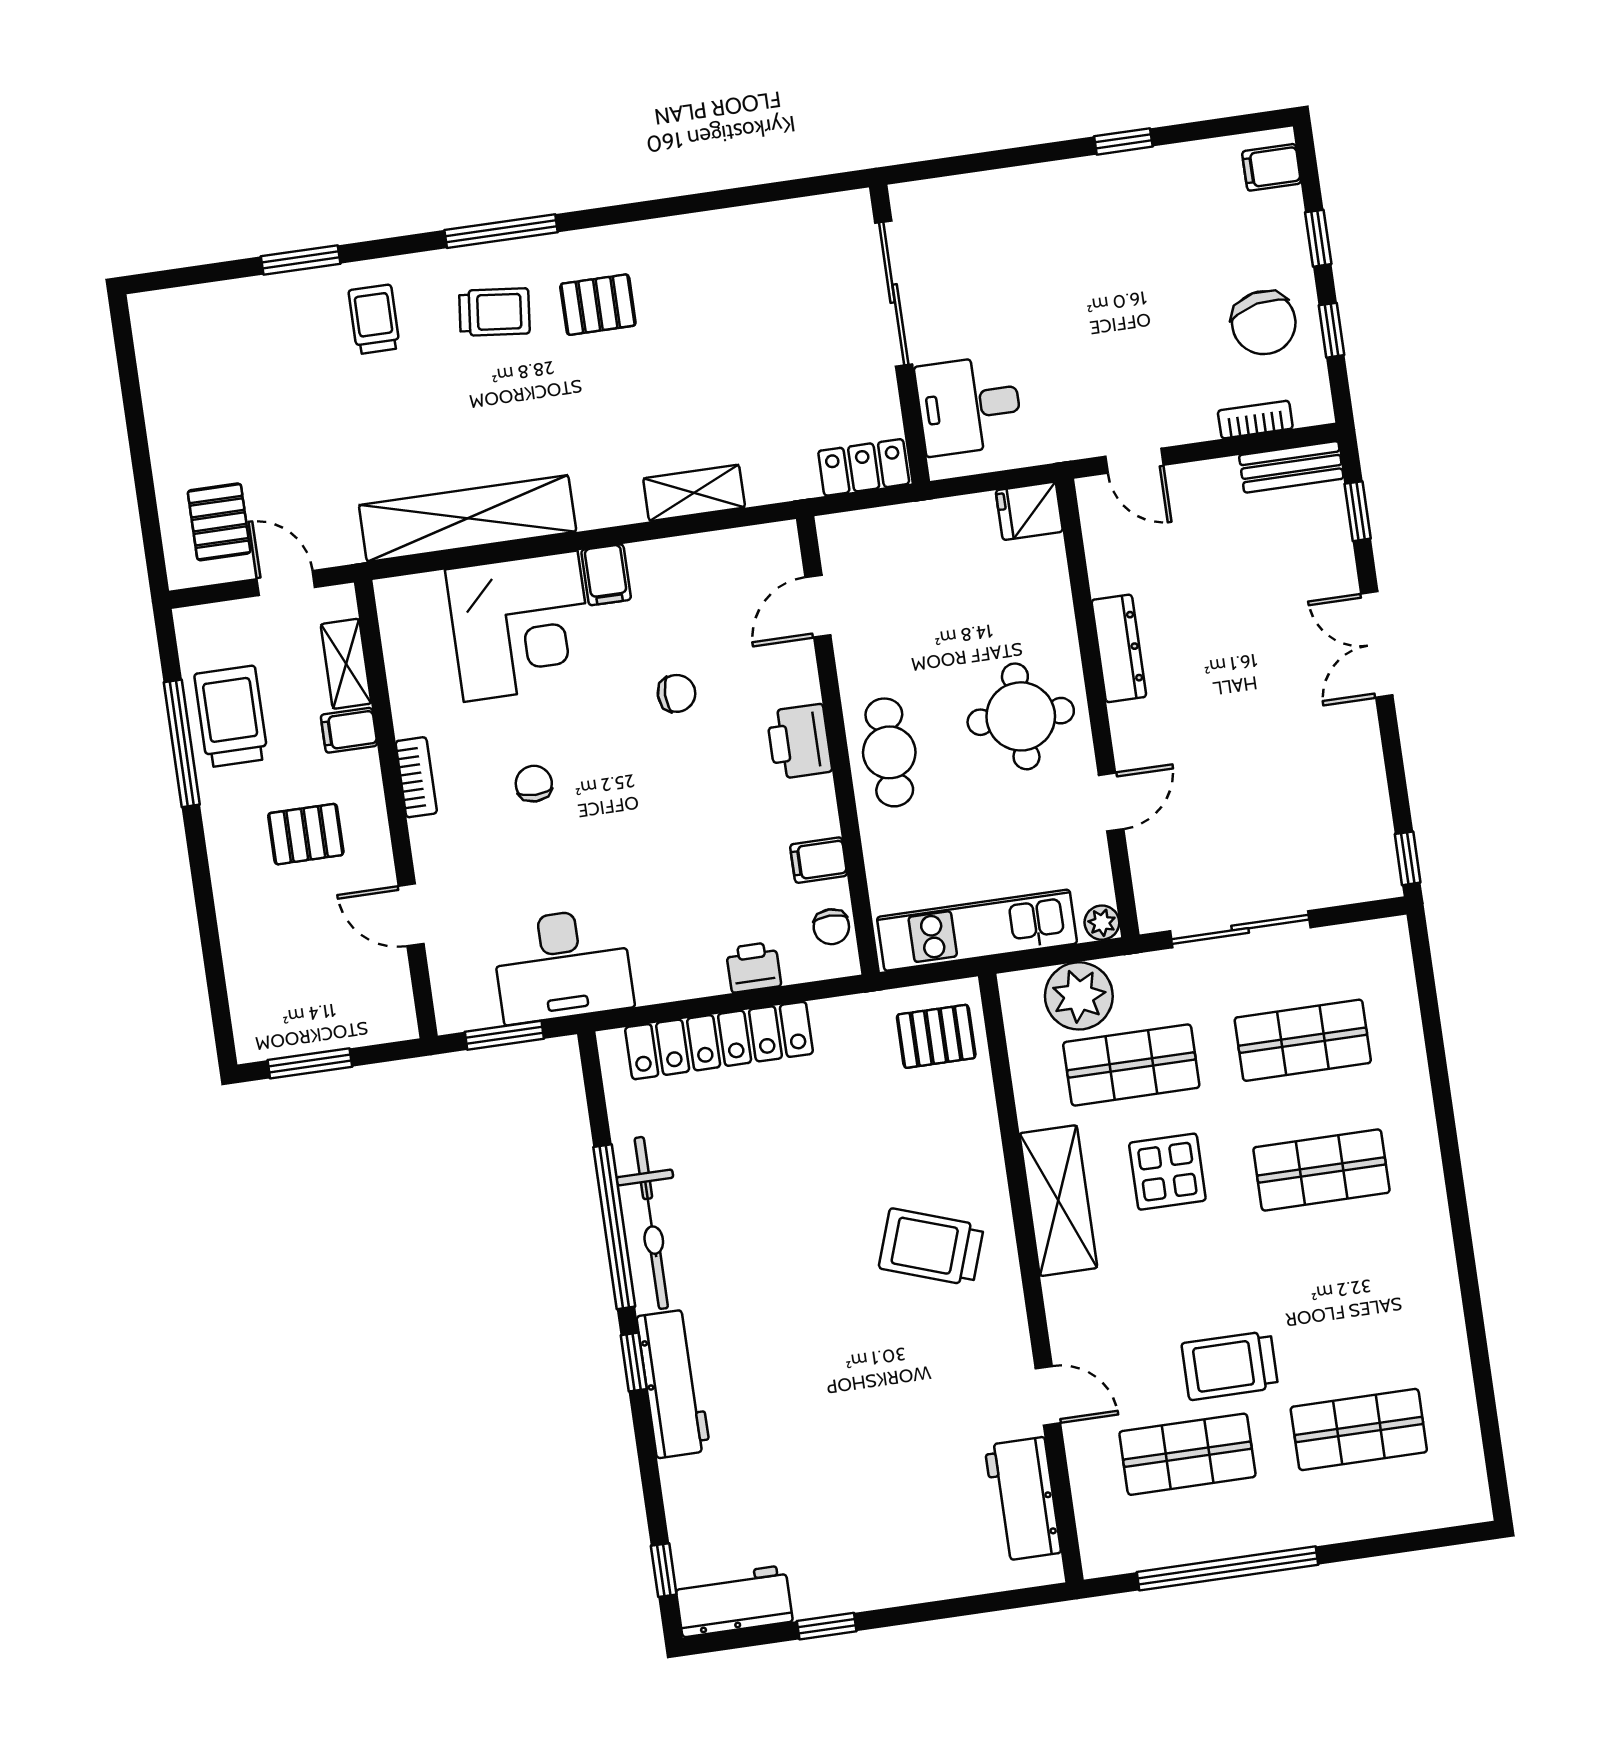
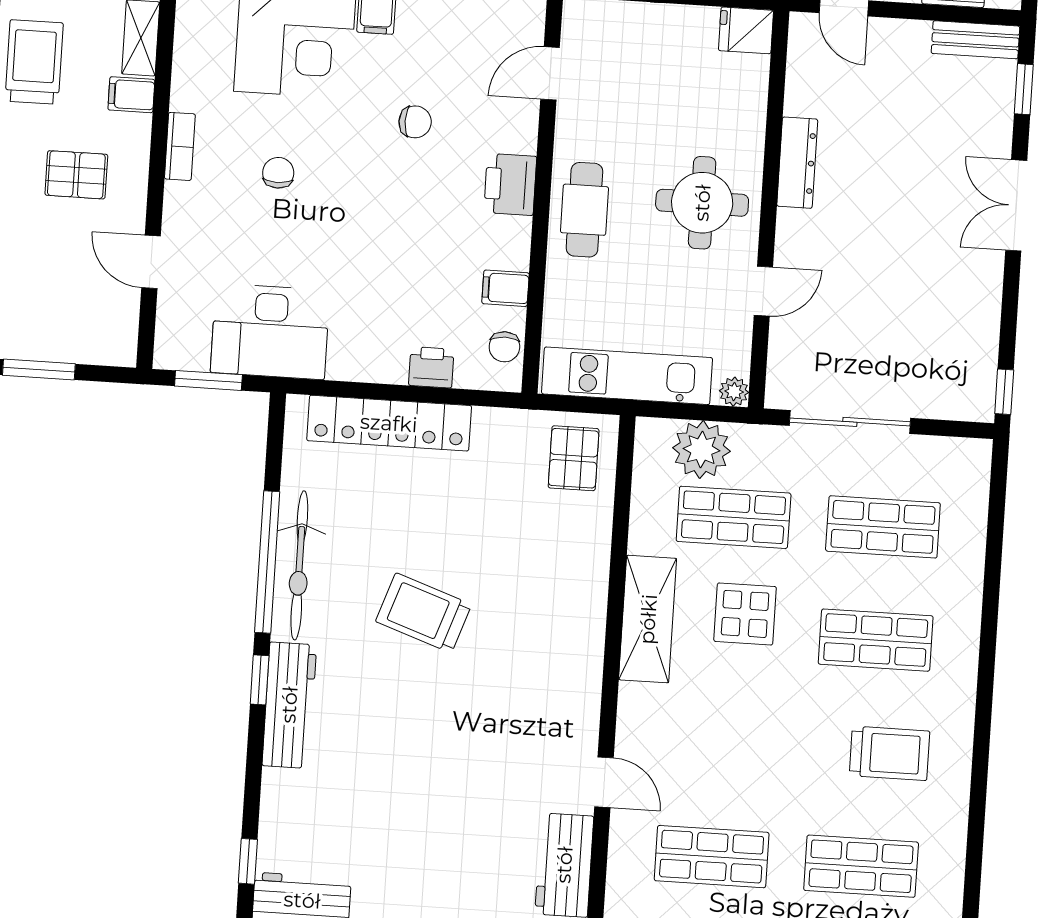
pallet: (936, 1036) -> (574, 458), turned 90
trolley: (931, 1247) -> (424, 613), moved
trolley: (1230, 1365) -> (889, 753), moved, turned 180

